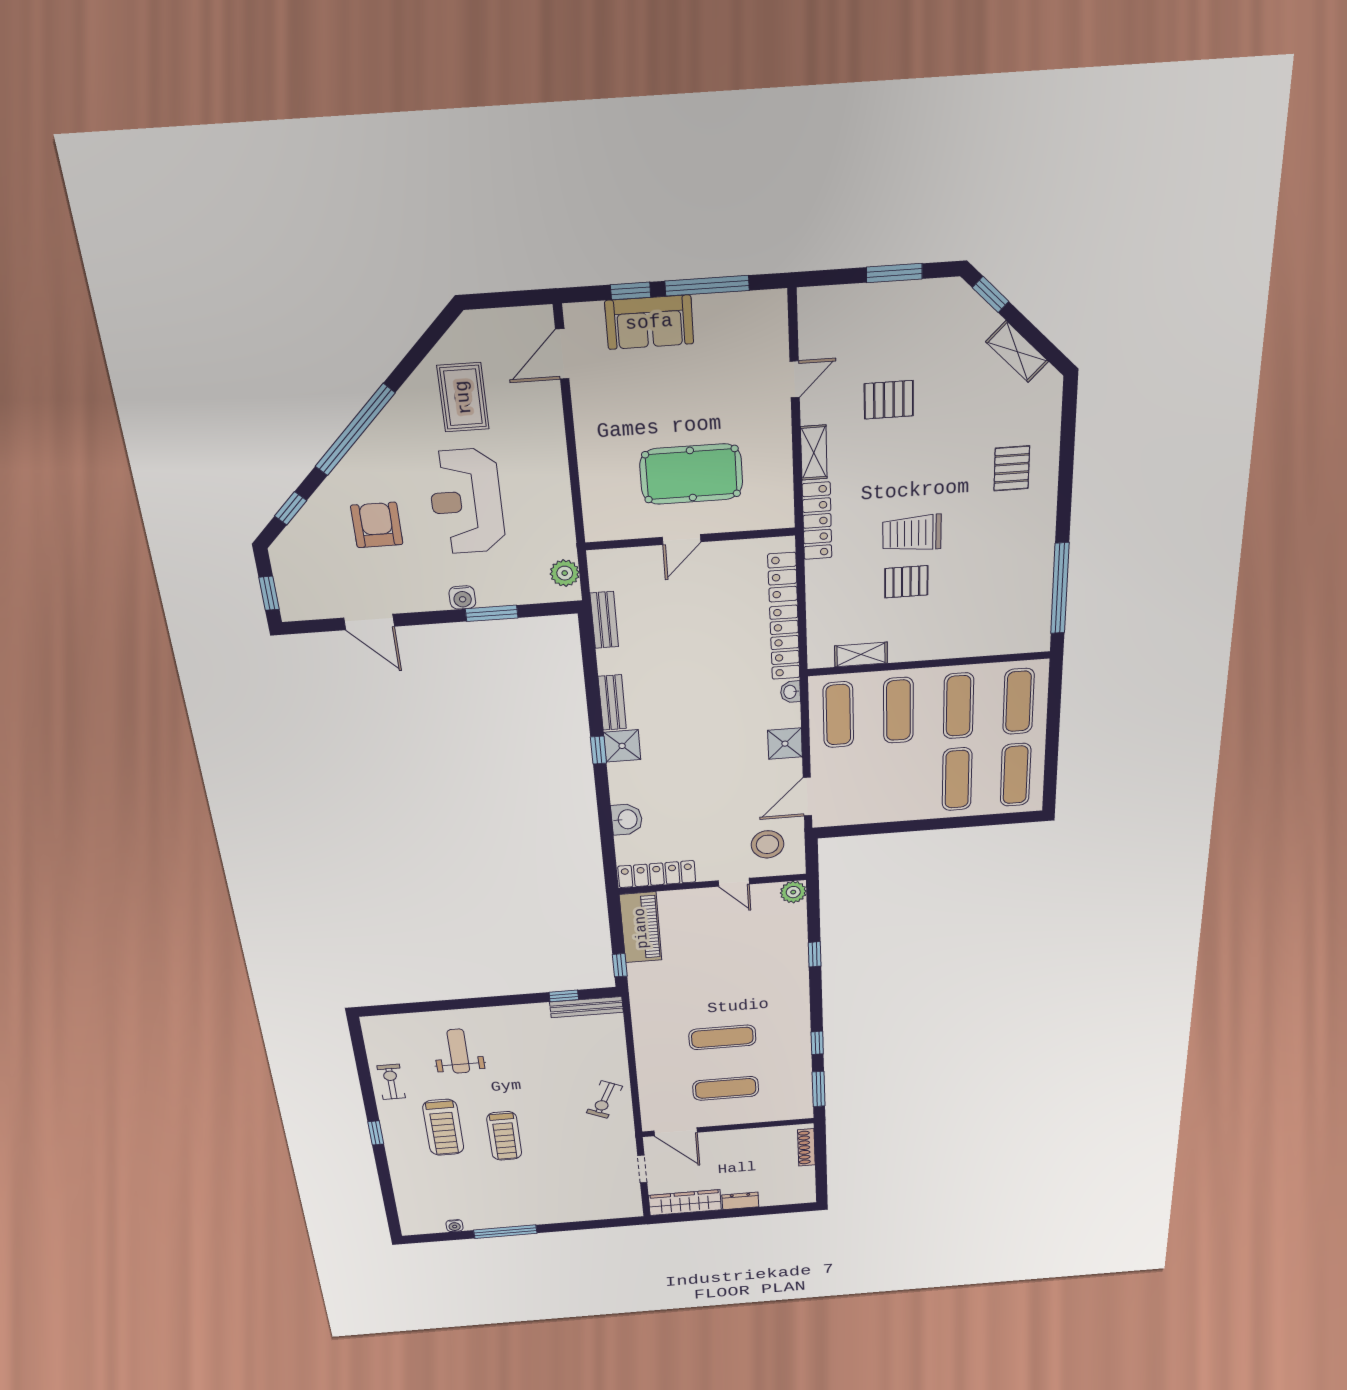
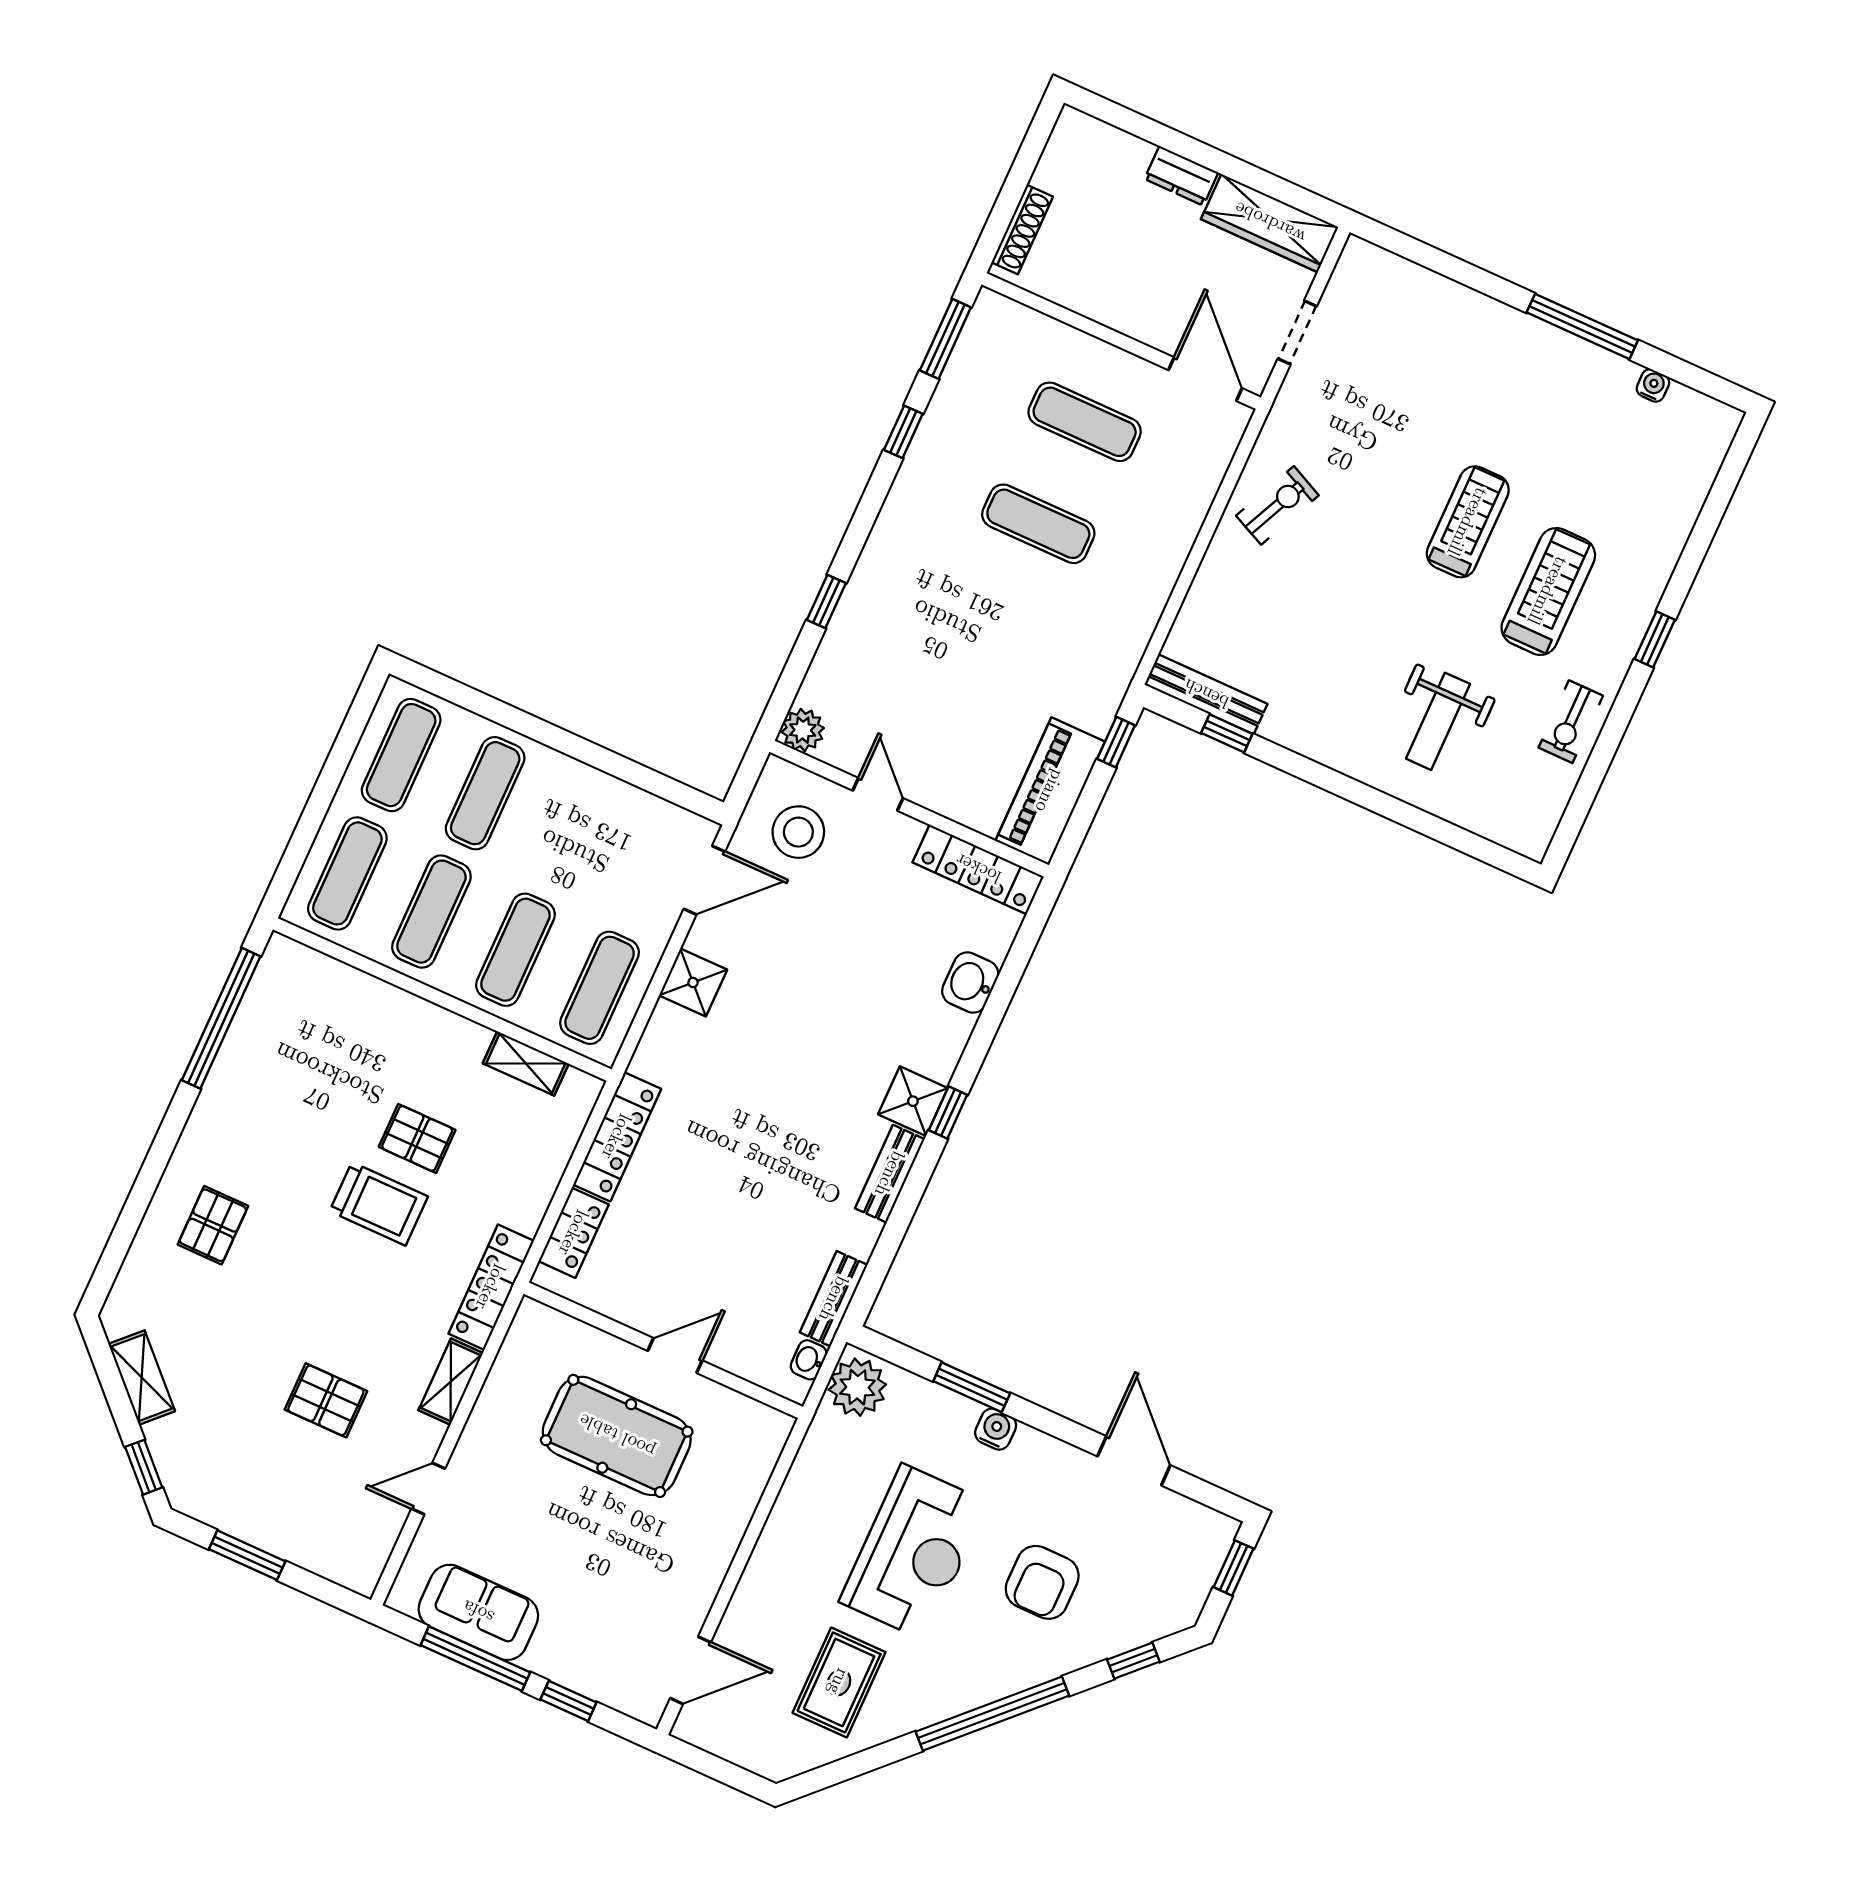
sofa: (649, 322) -> (478, 1612), moved
plant: (565, 573) -> (857, 1387), width x1.36, depth x1.36
washbasin: (791, 692) -> (809, 1360), moved, turned 180

